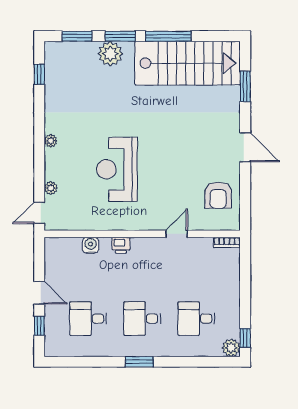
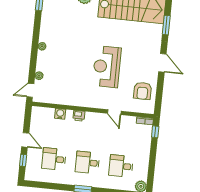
reception desk: (117, 169) -> (107, 67), moved
door: (177, 234) -> (114, 112), swing flipped
window: (245, 338) -> (155, 132), moved

